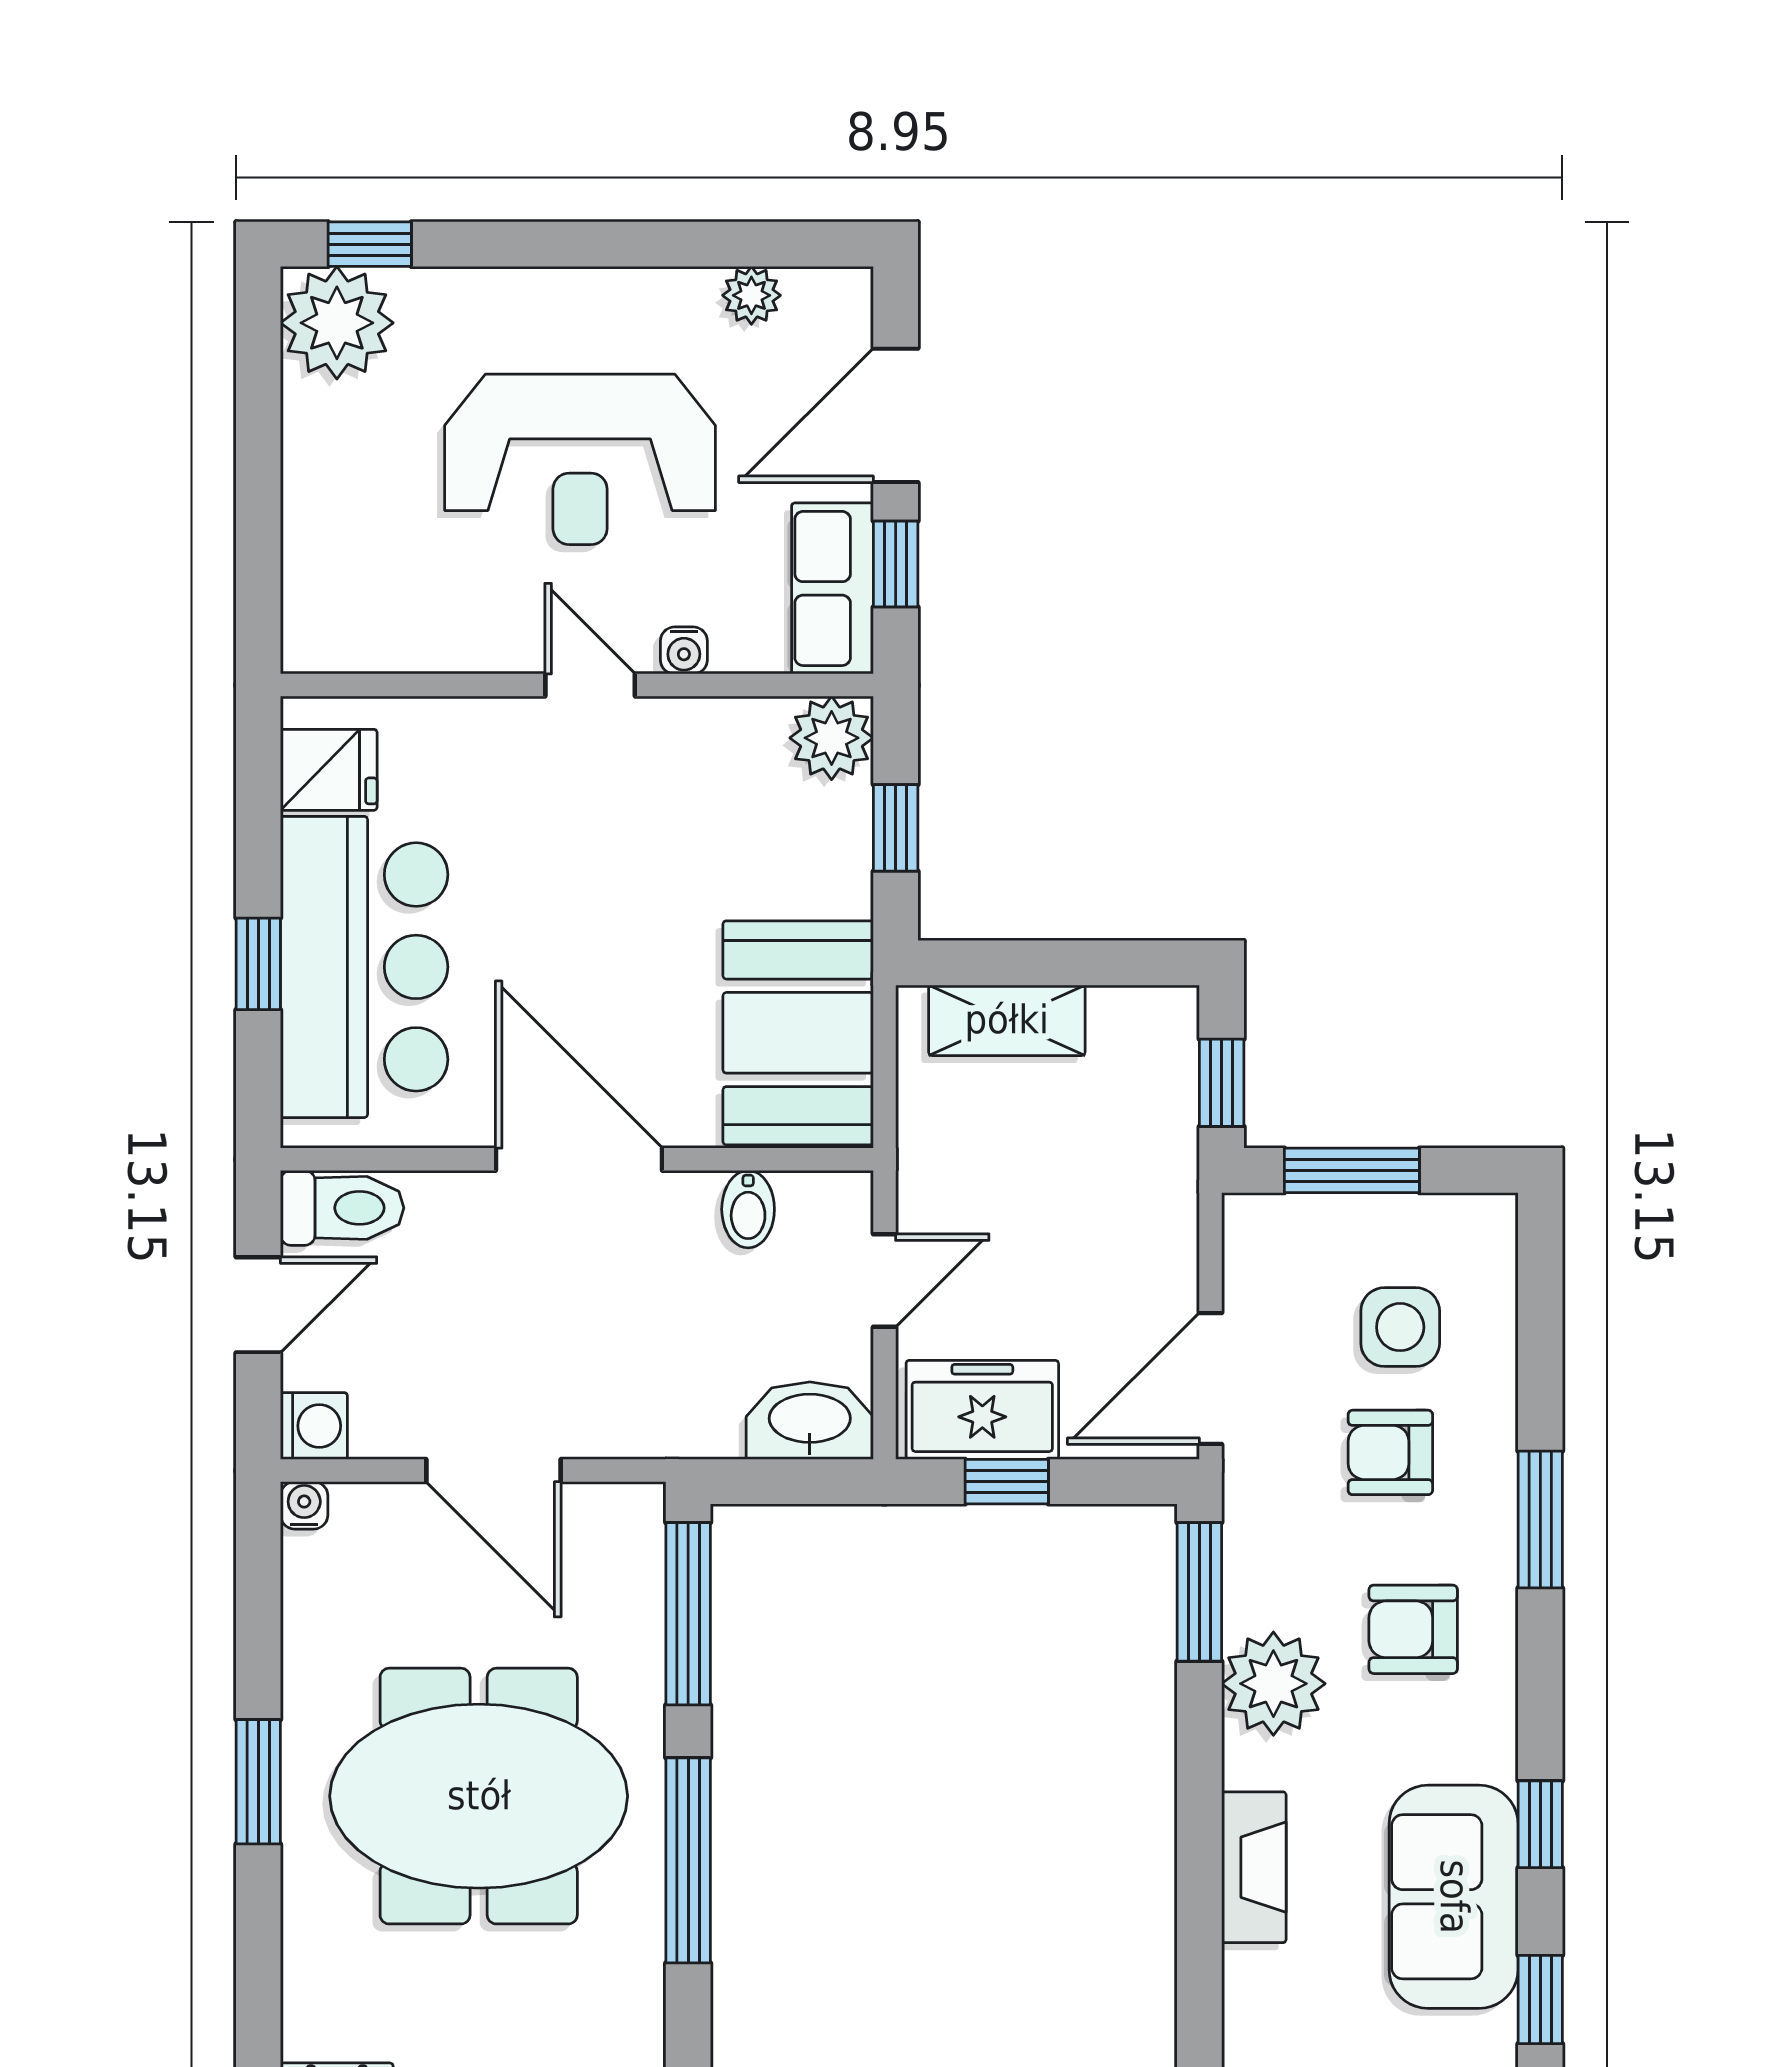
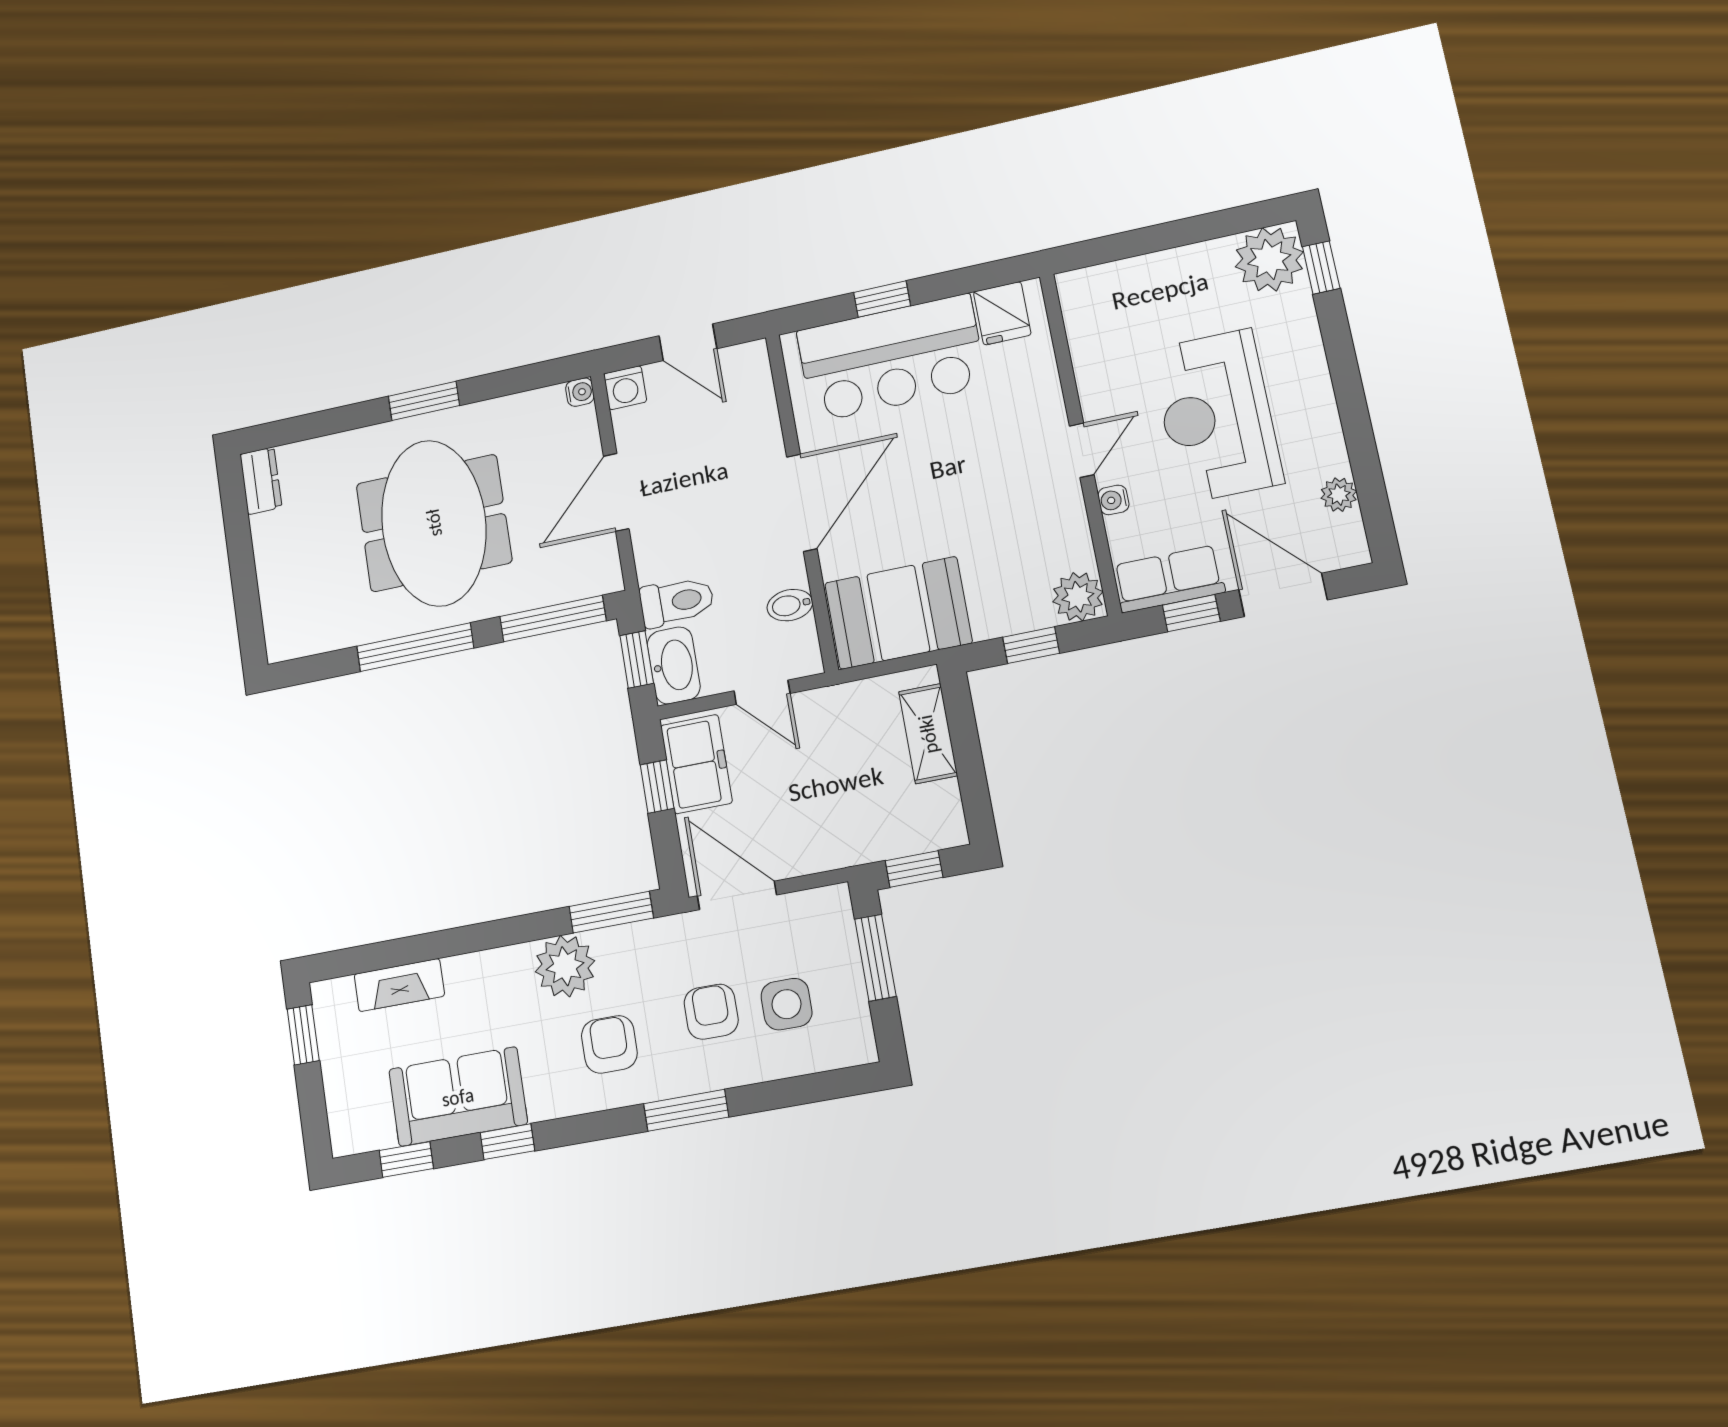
toilet: (342, 1208) -> (677, 602), moved, turned -90
window: (787, 1482) -> (637, 659), added
fireplace: (1254, 1867) -> (399, 985), moved

